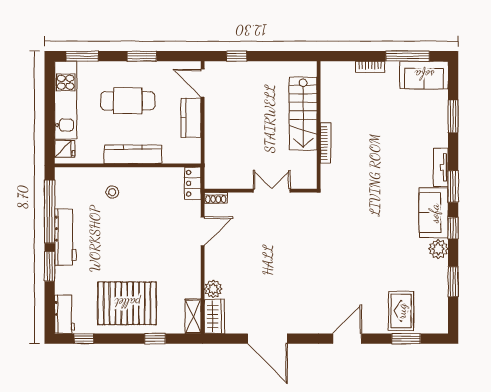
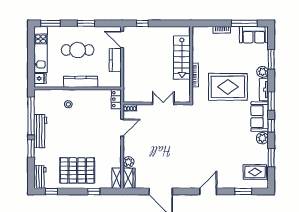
plant: (439, 138) -> (263, 72), added
rug: (380, 163) -> (228, 87), added
rug: (401, 311) -> (255, 172), moved, turned 90

